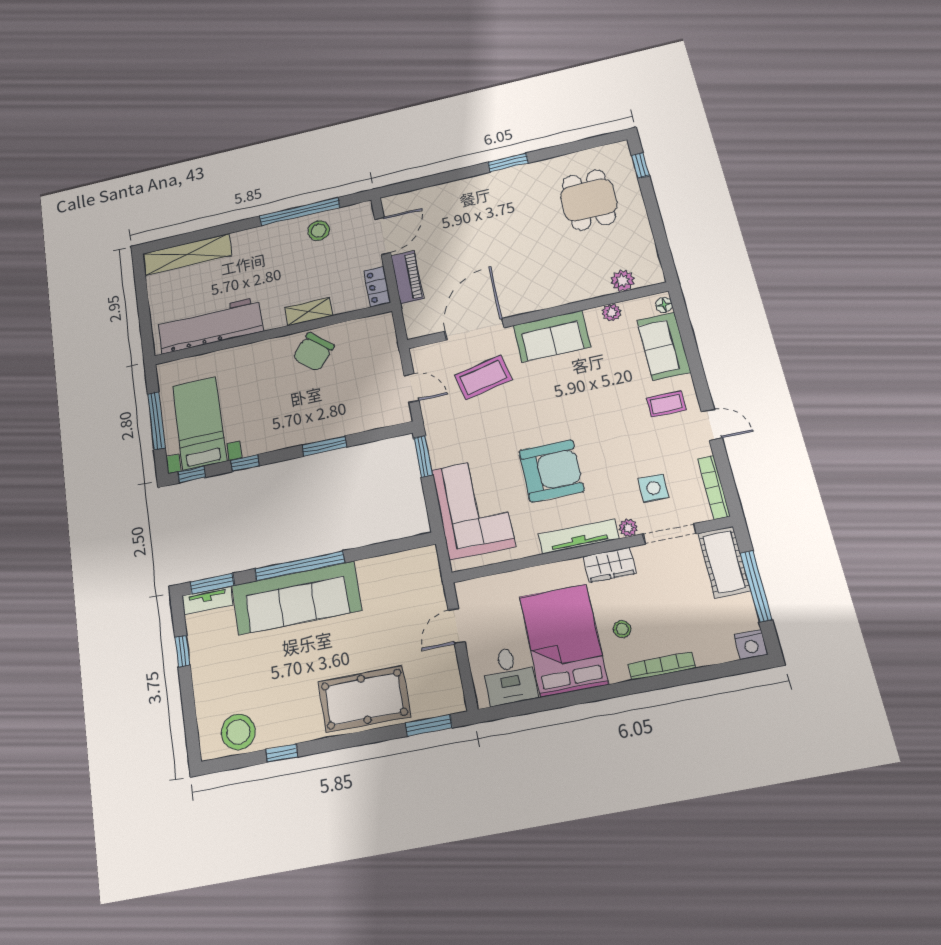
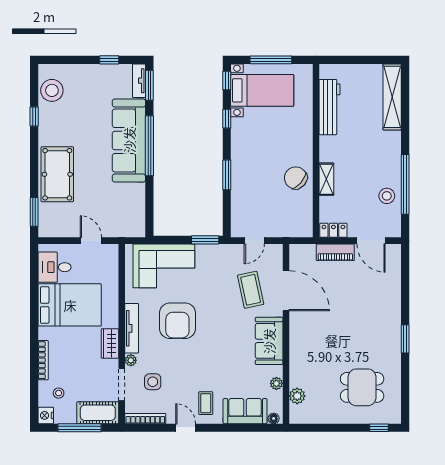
workbench: (210, 325) -> (330, 107), width x0.73, depth x0.76
door: (712, 425) -> (186, 428), swing flipped
stool: (622, 629) -> (59, 393), moved

